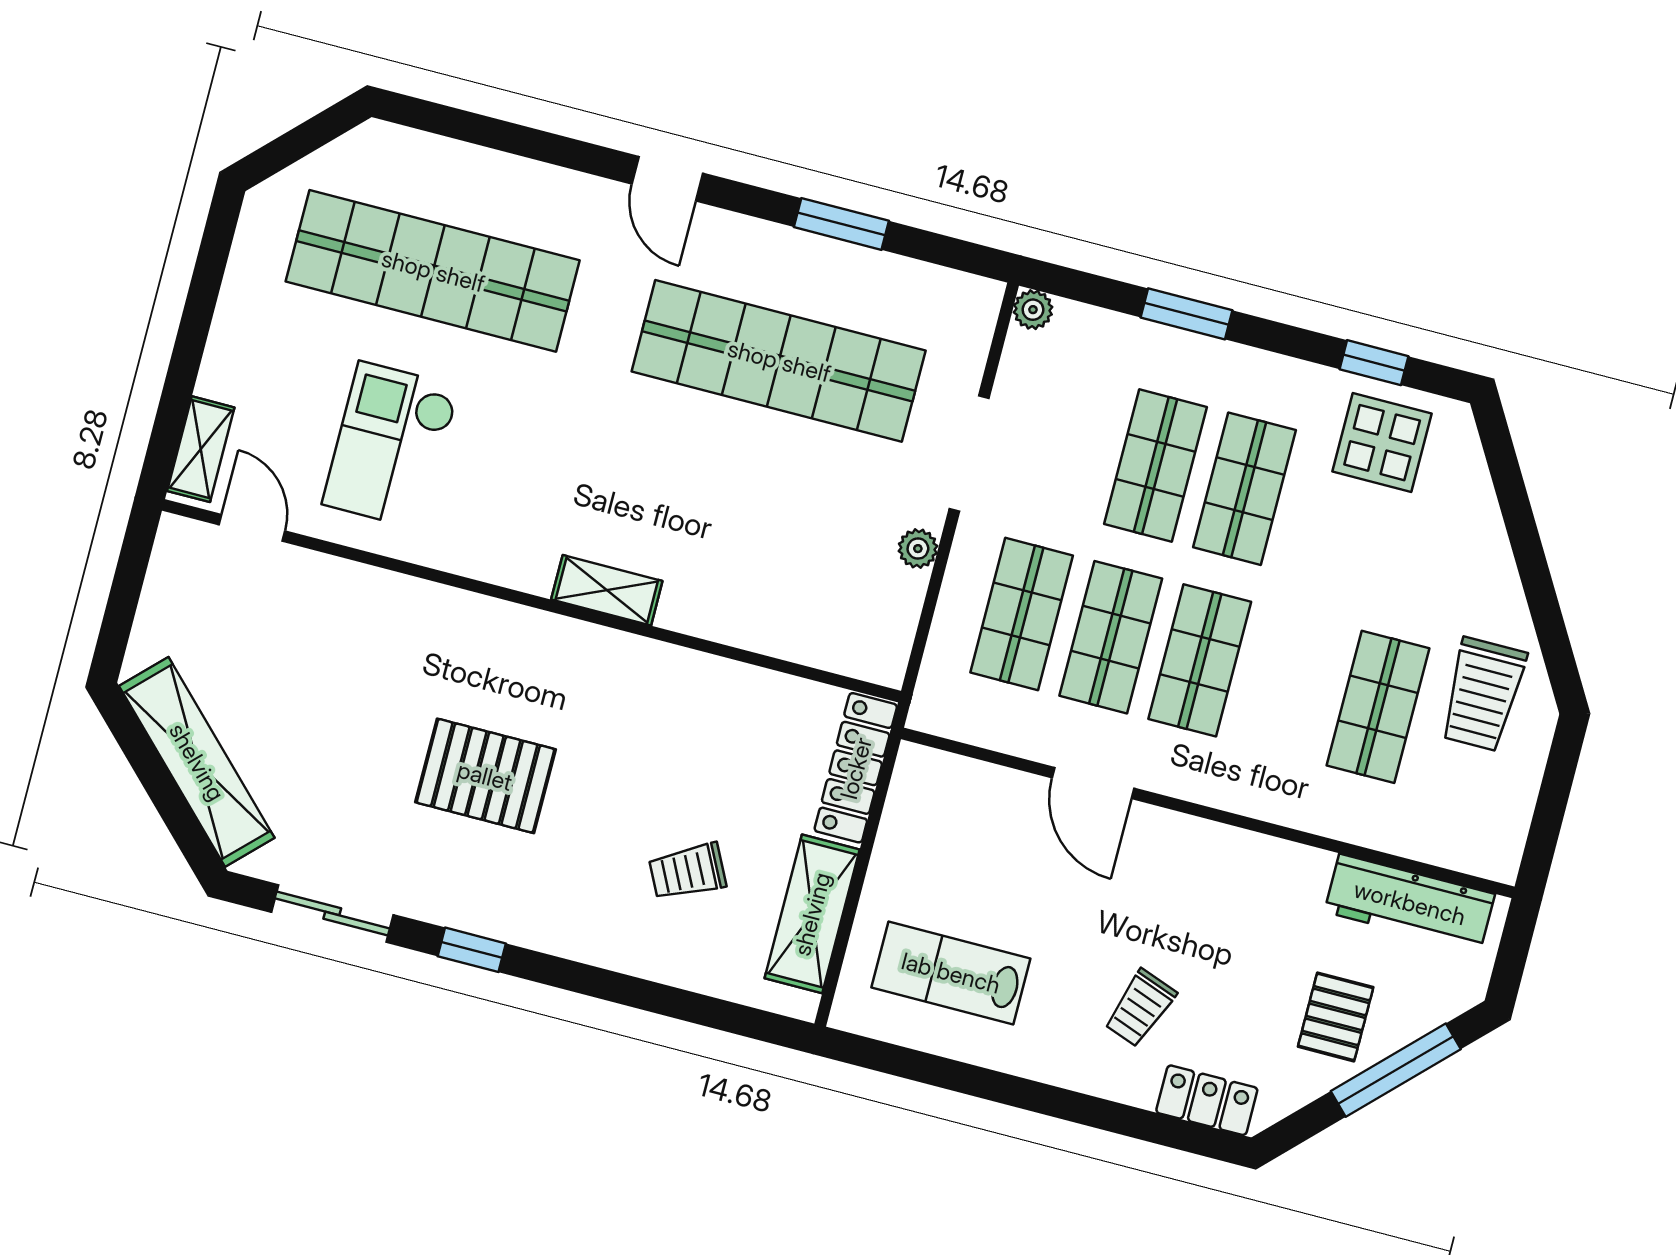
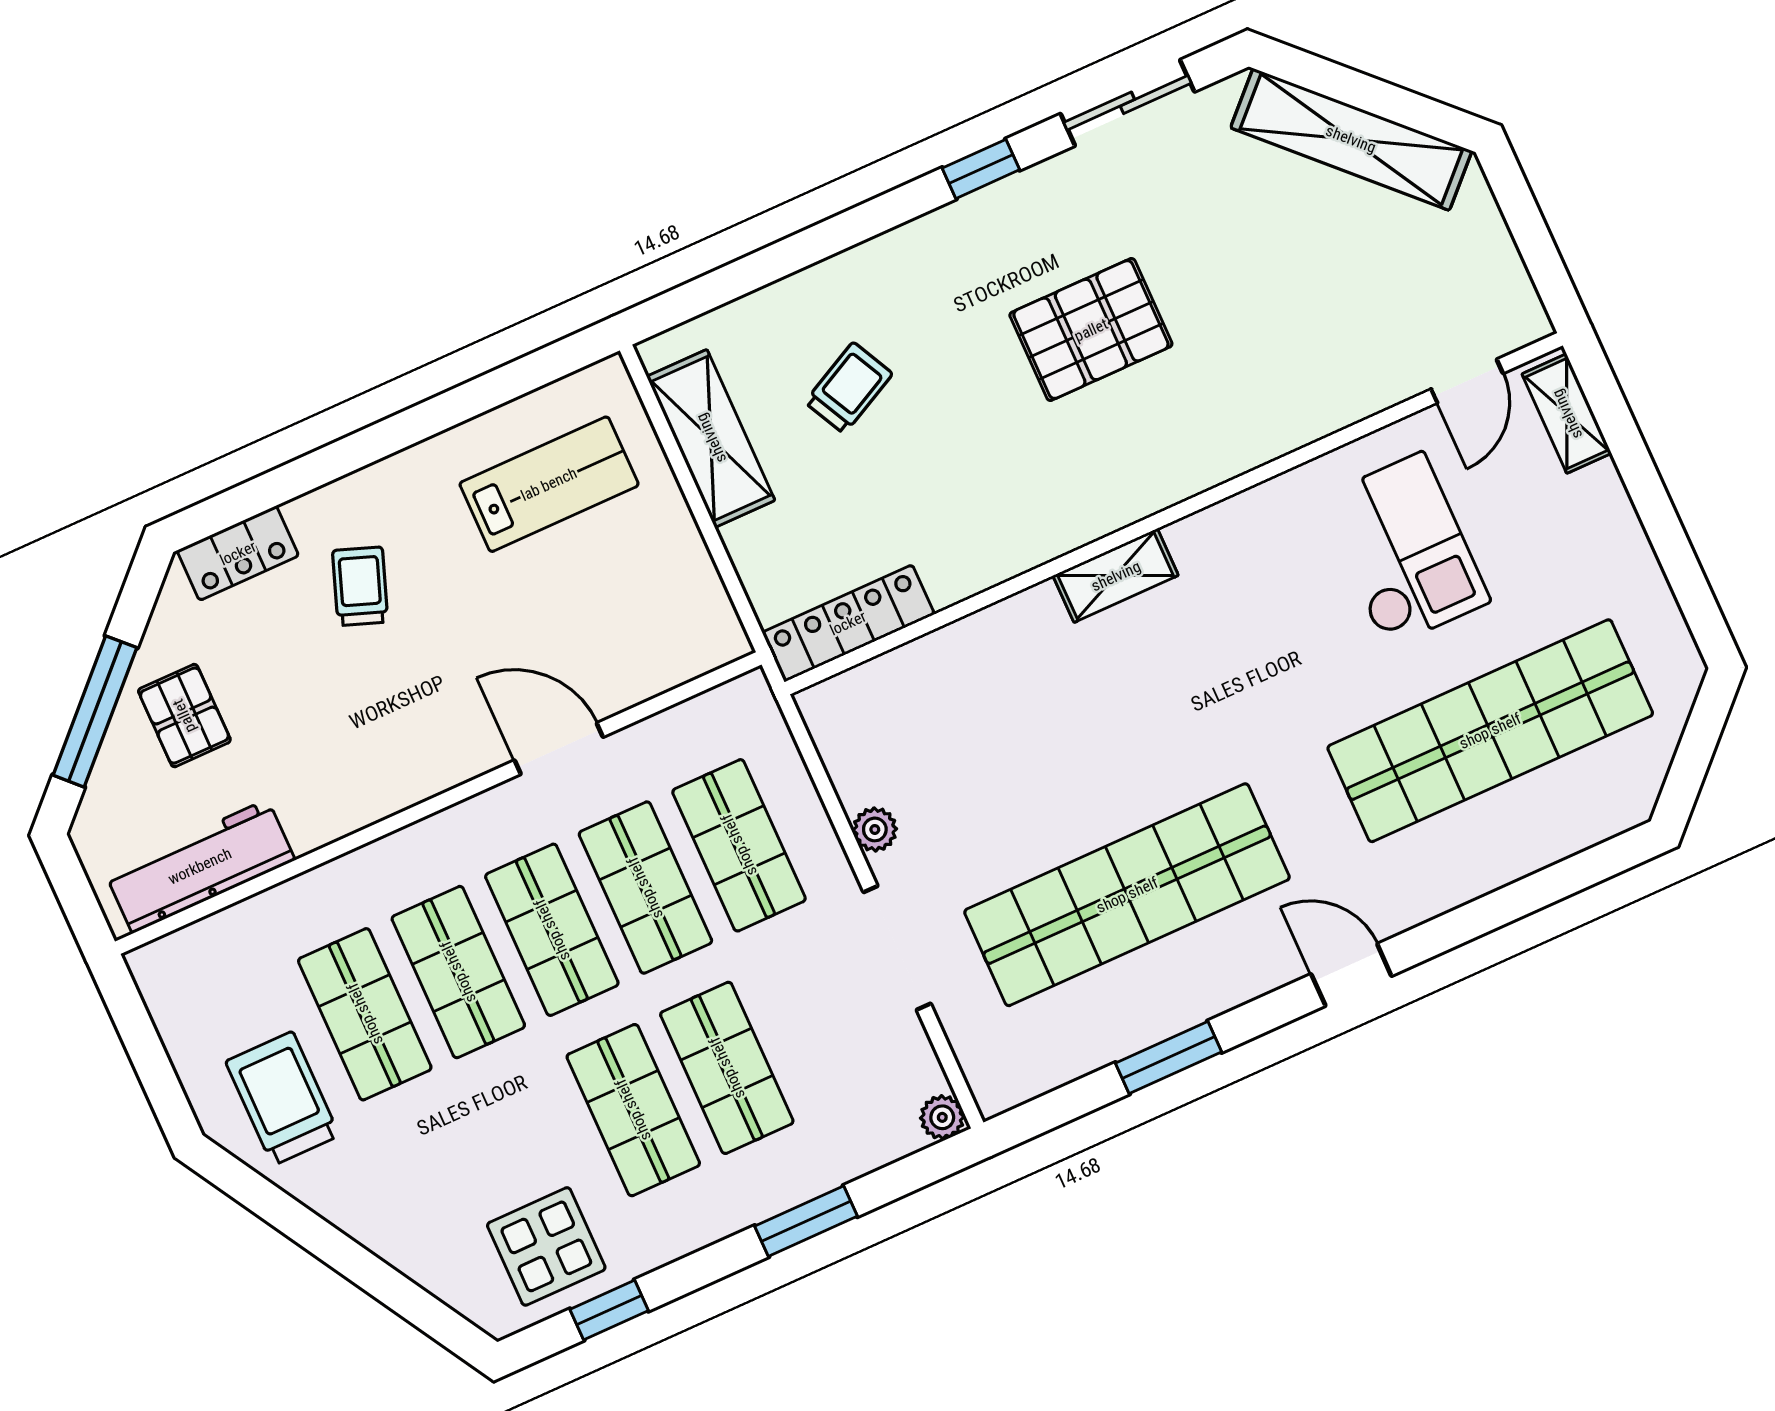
door: (252, 528) -> (1467, 381), hinge flipped
shop shelf: (1289, 684) -> (458, 972), added
locker: (856, 768) -> (848, 623), moved, turned -90

